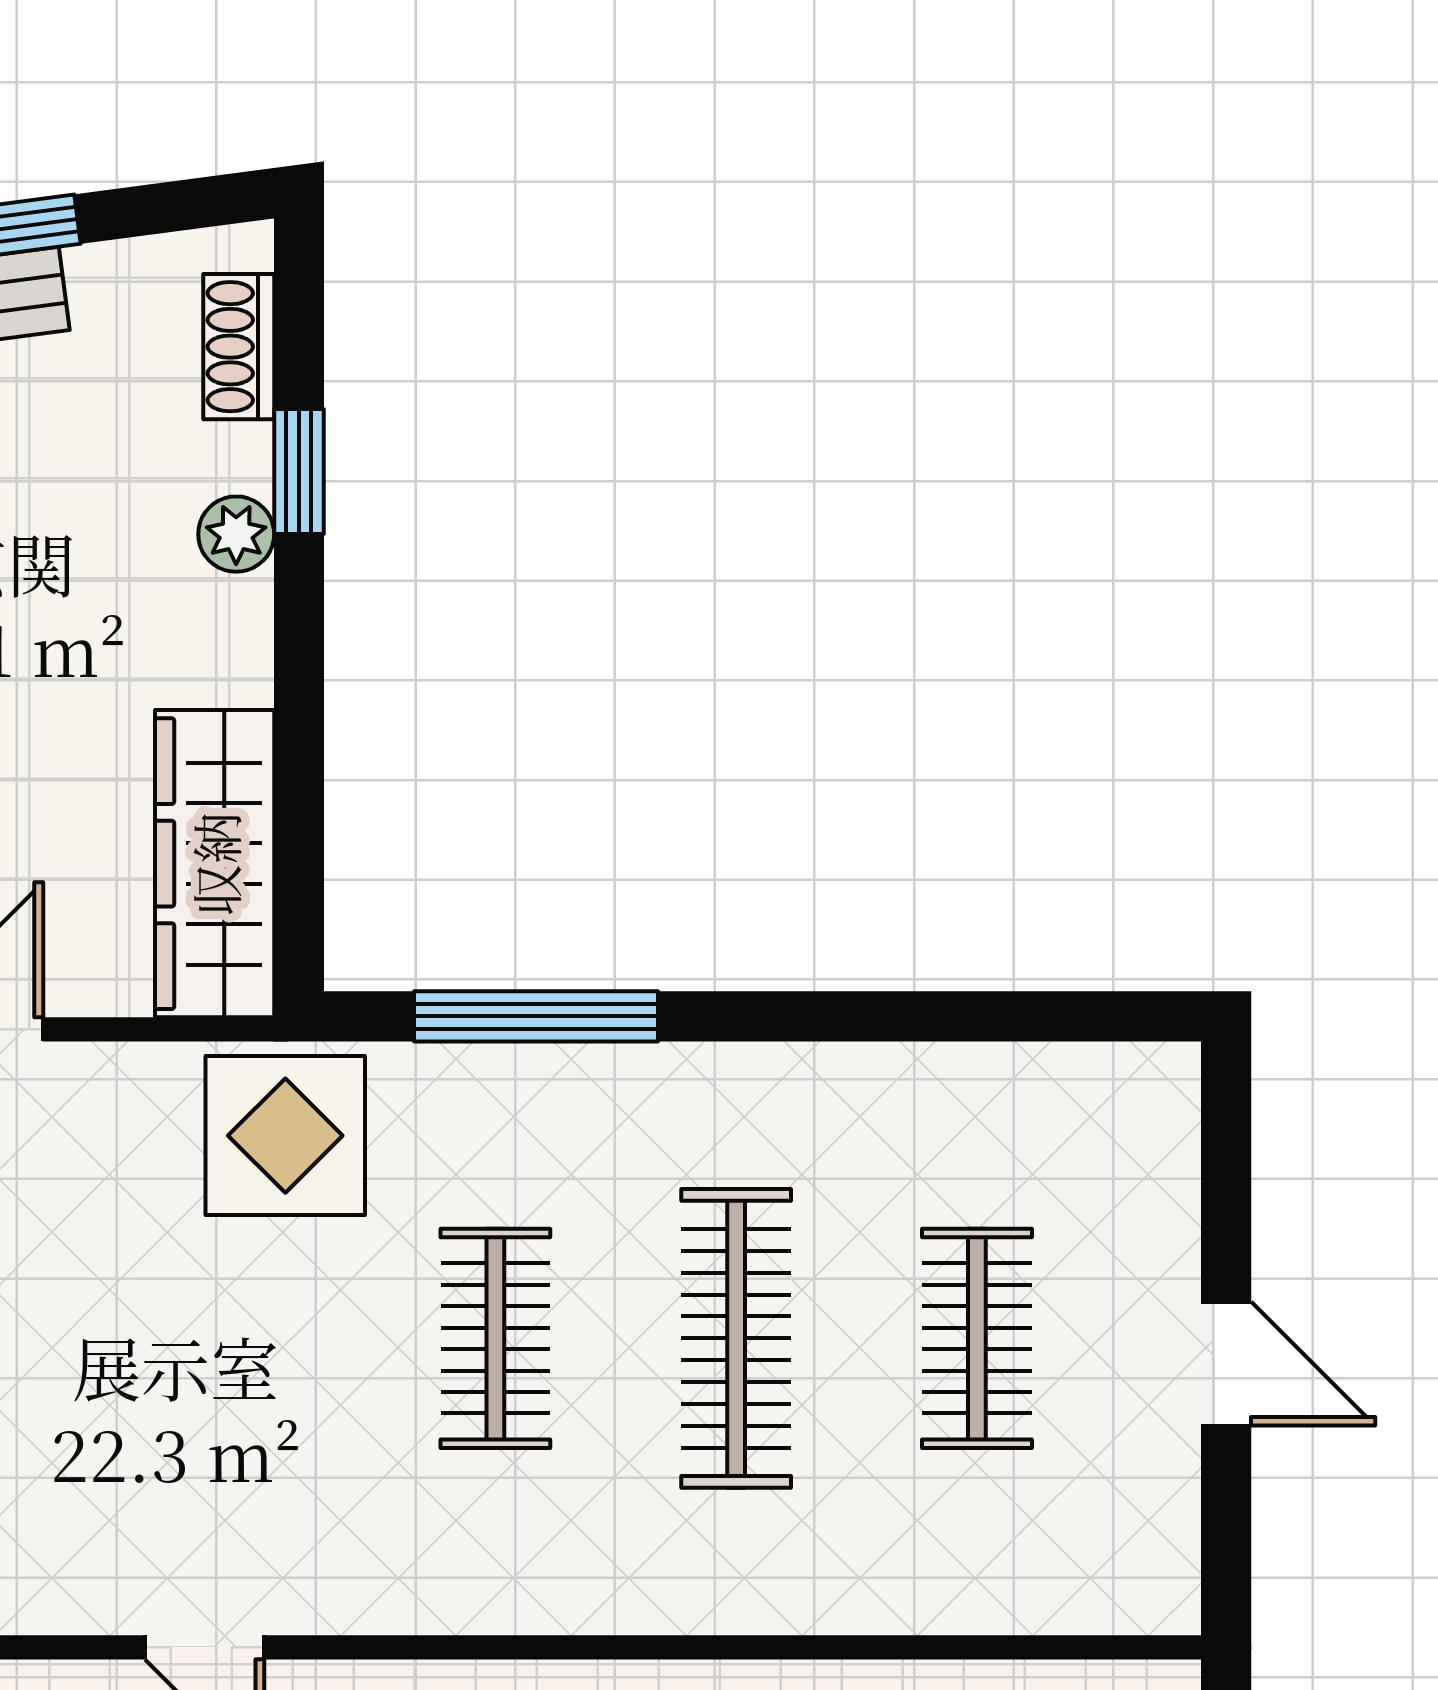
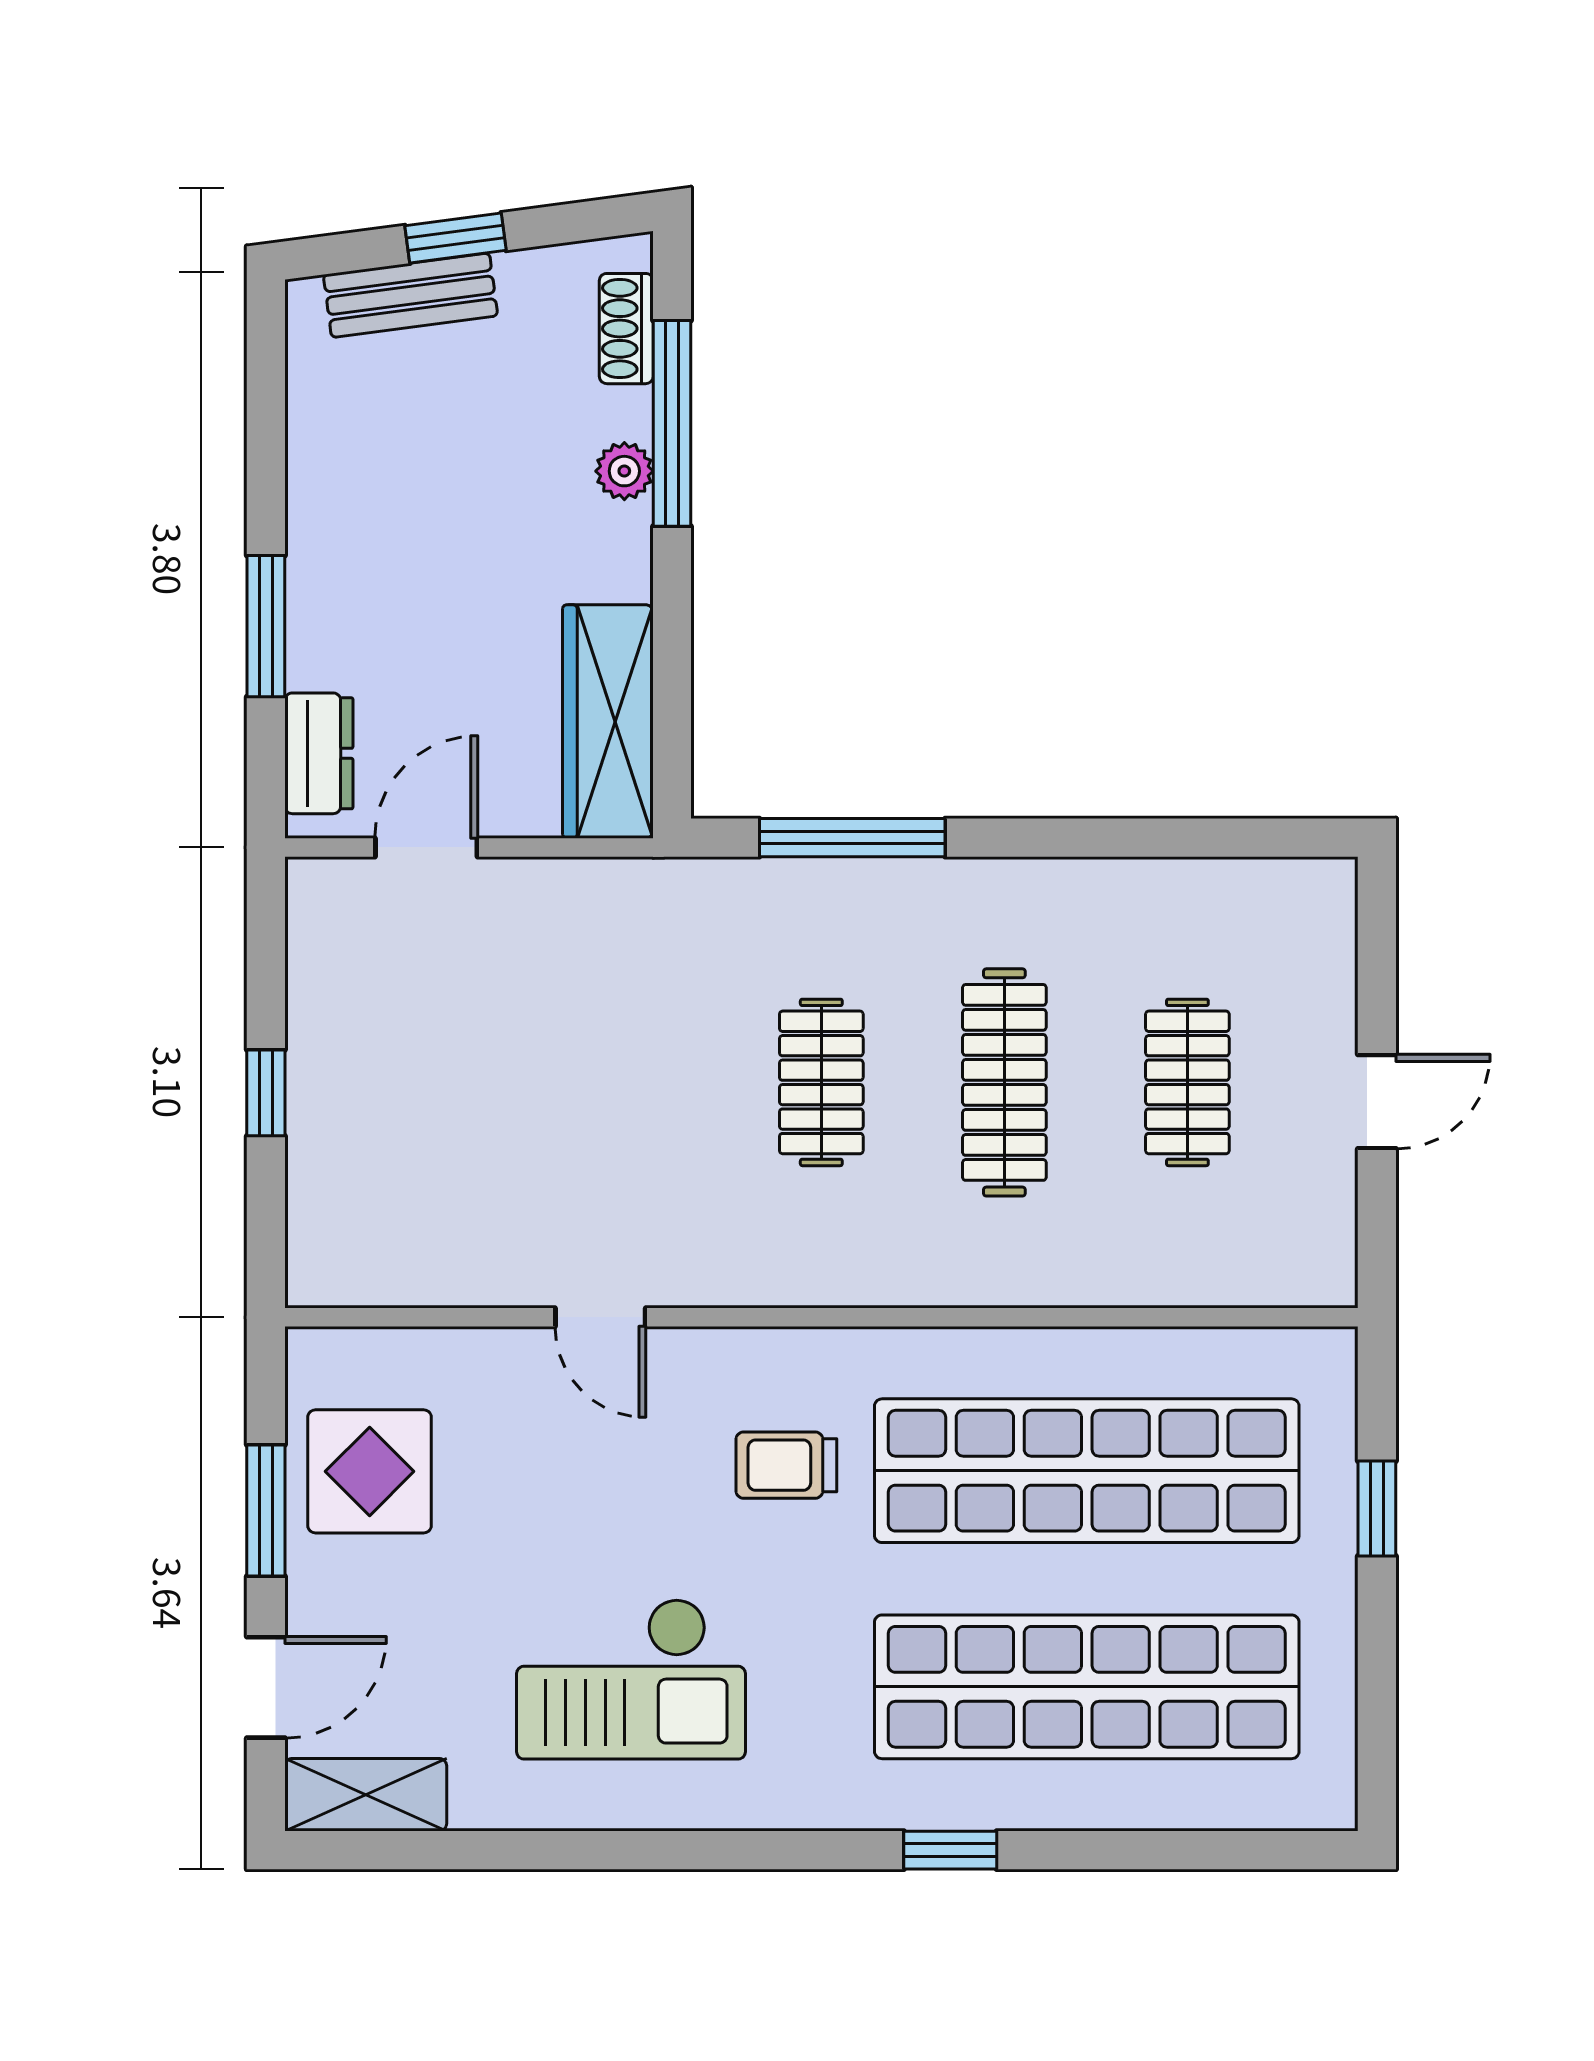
window: (299, 471) -> (672, 423), width x2.17
display table: (285, 1136) -> (662, 928), removed
door: (1226, 1364) -> (1377, 1102), hinge flipped

